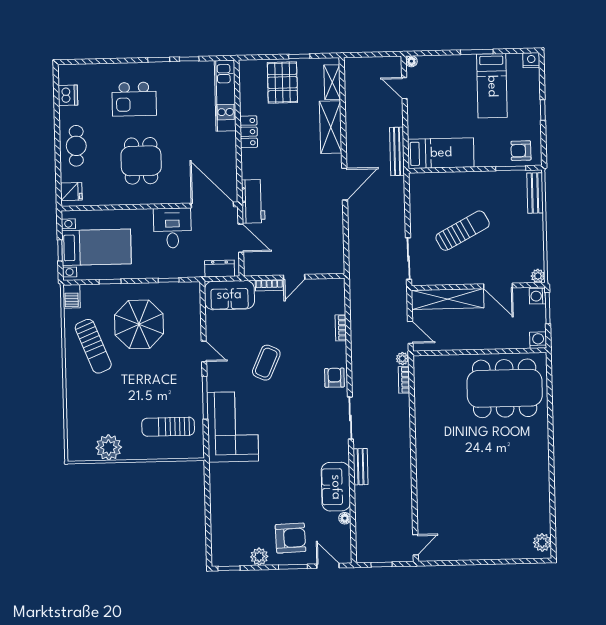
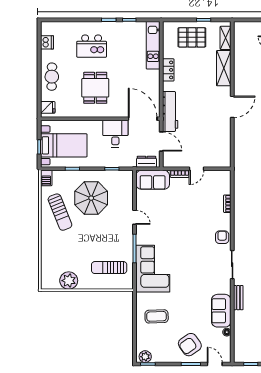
pallet: (282, 83) -> (192, 37), turned 90
workbench: (253, 201) -> (170, 111), width x1.38
coffee table: (266, 363) -> (157, 316), moved, turned 64
armchair: (290, 538) -> (190, 345), turned 147
plant: (259, 557) -> (145, 357), moved

